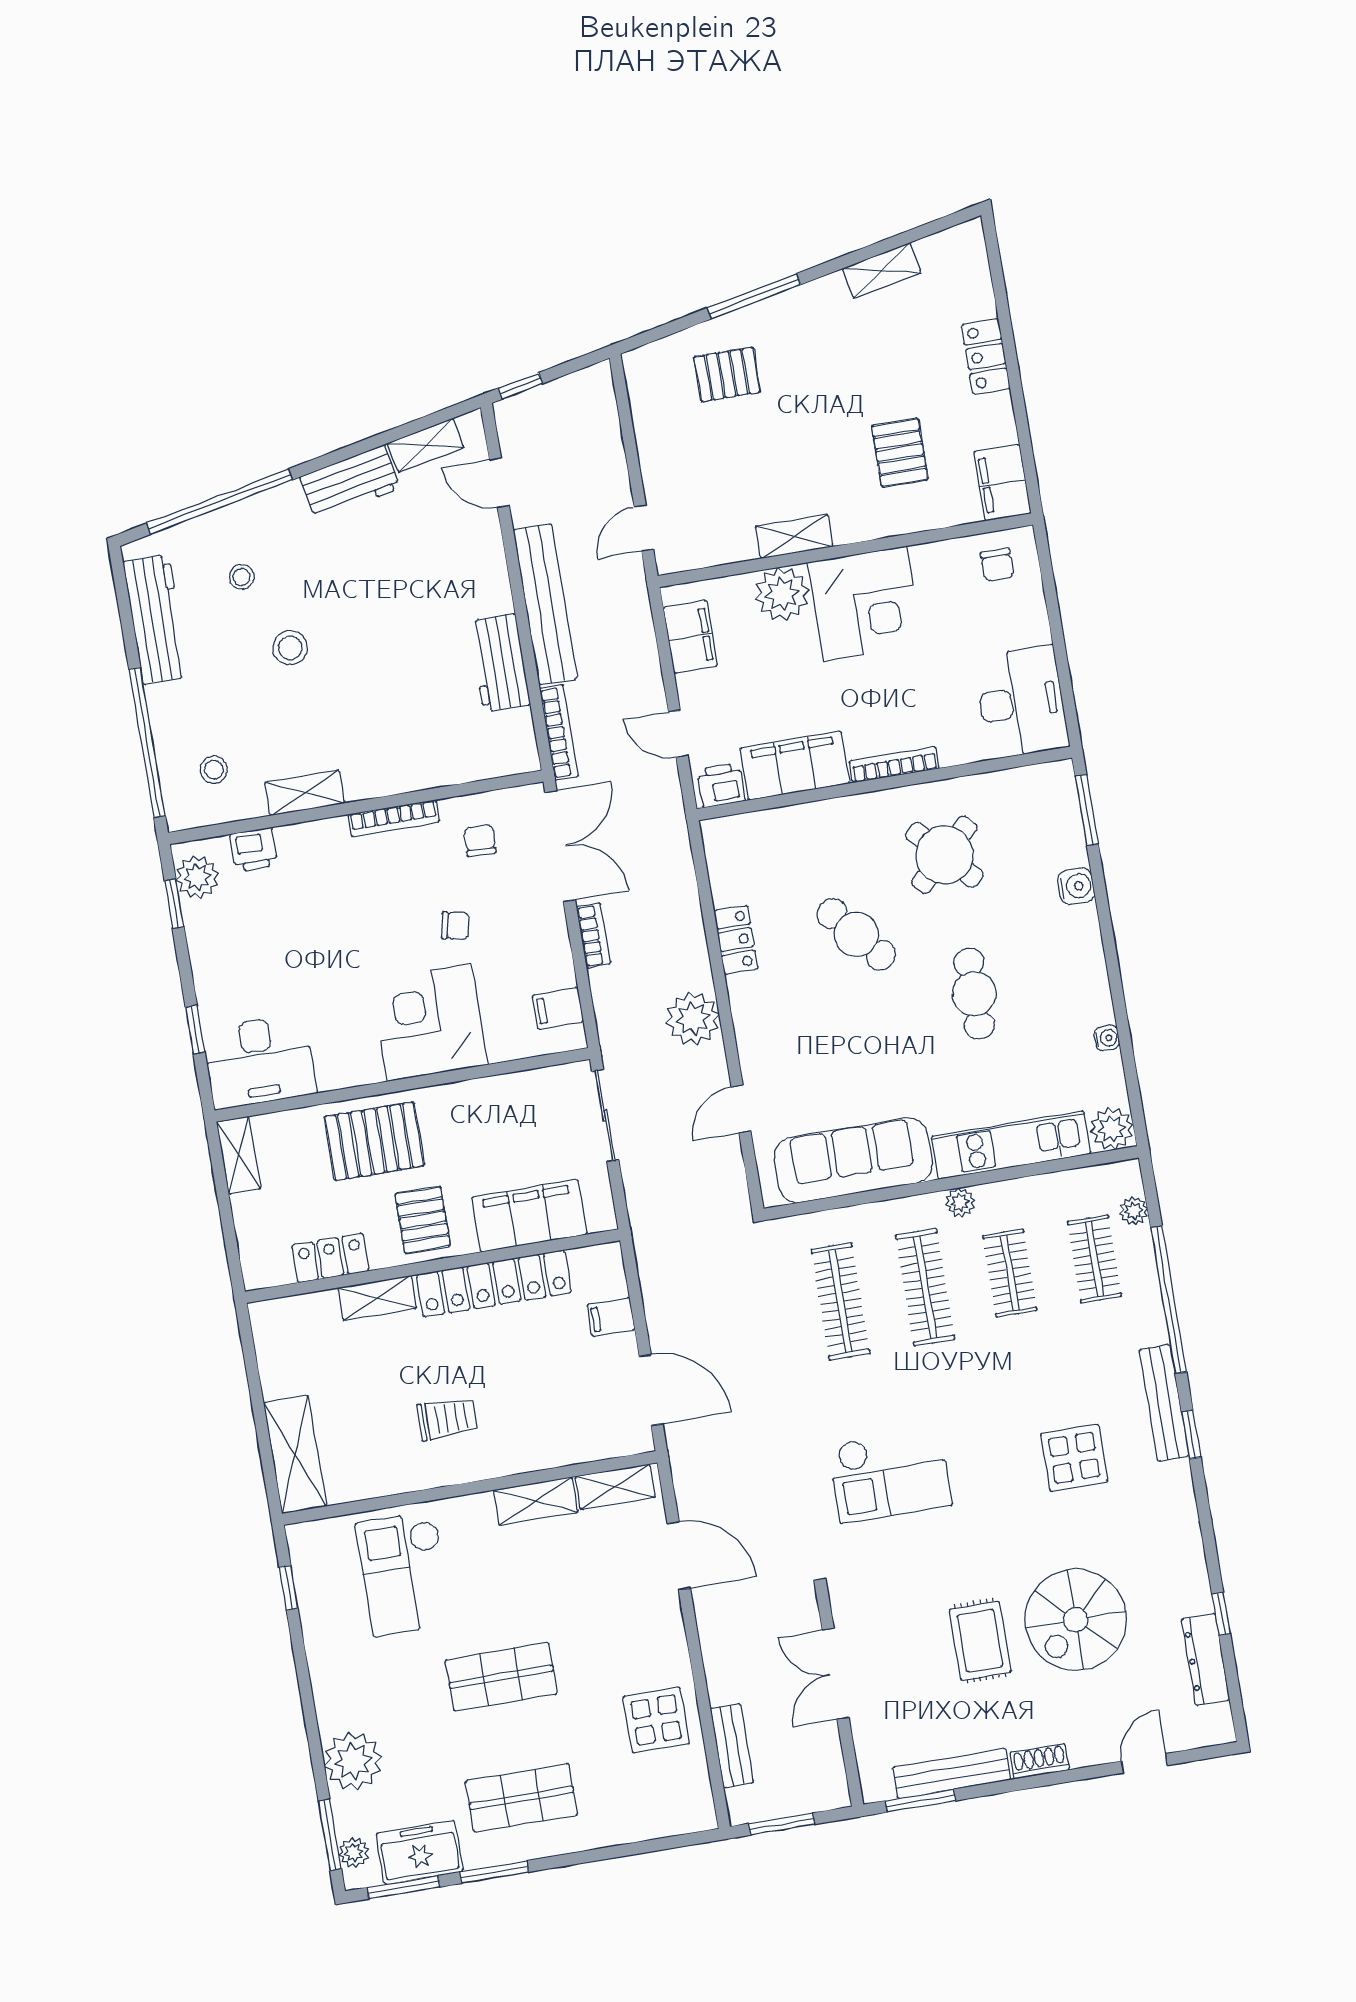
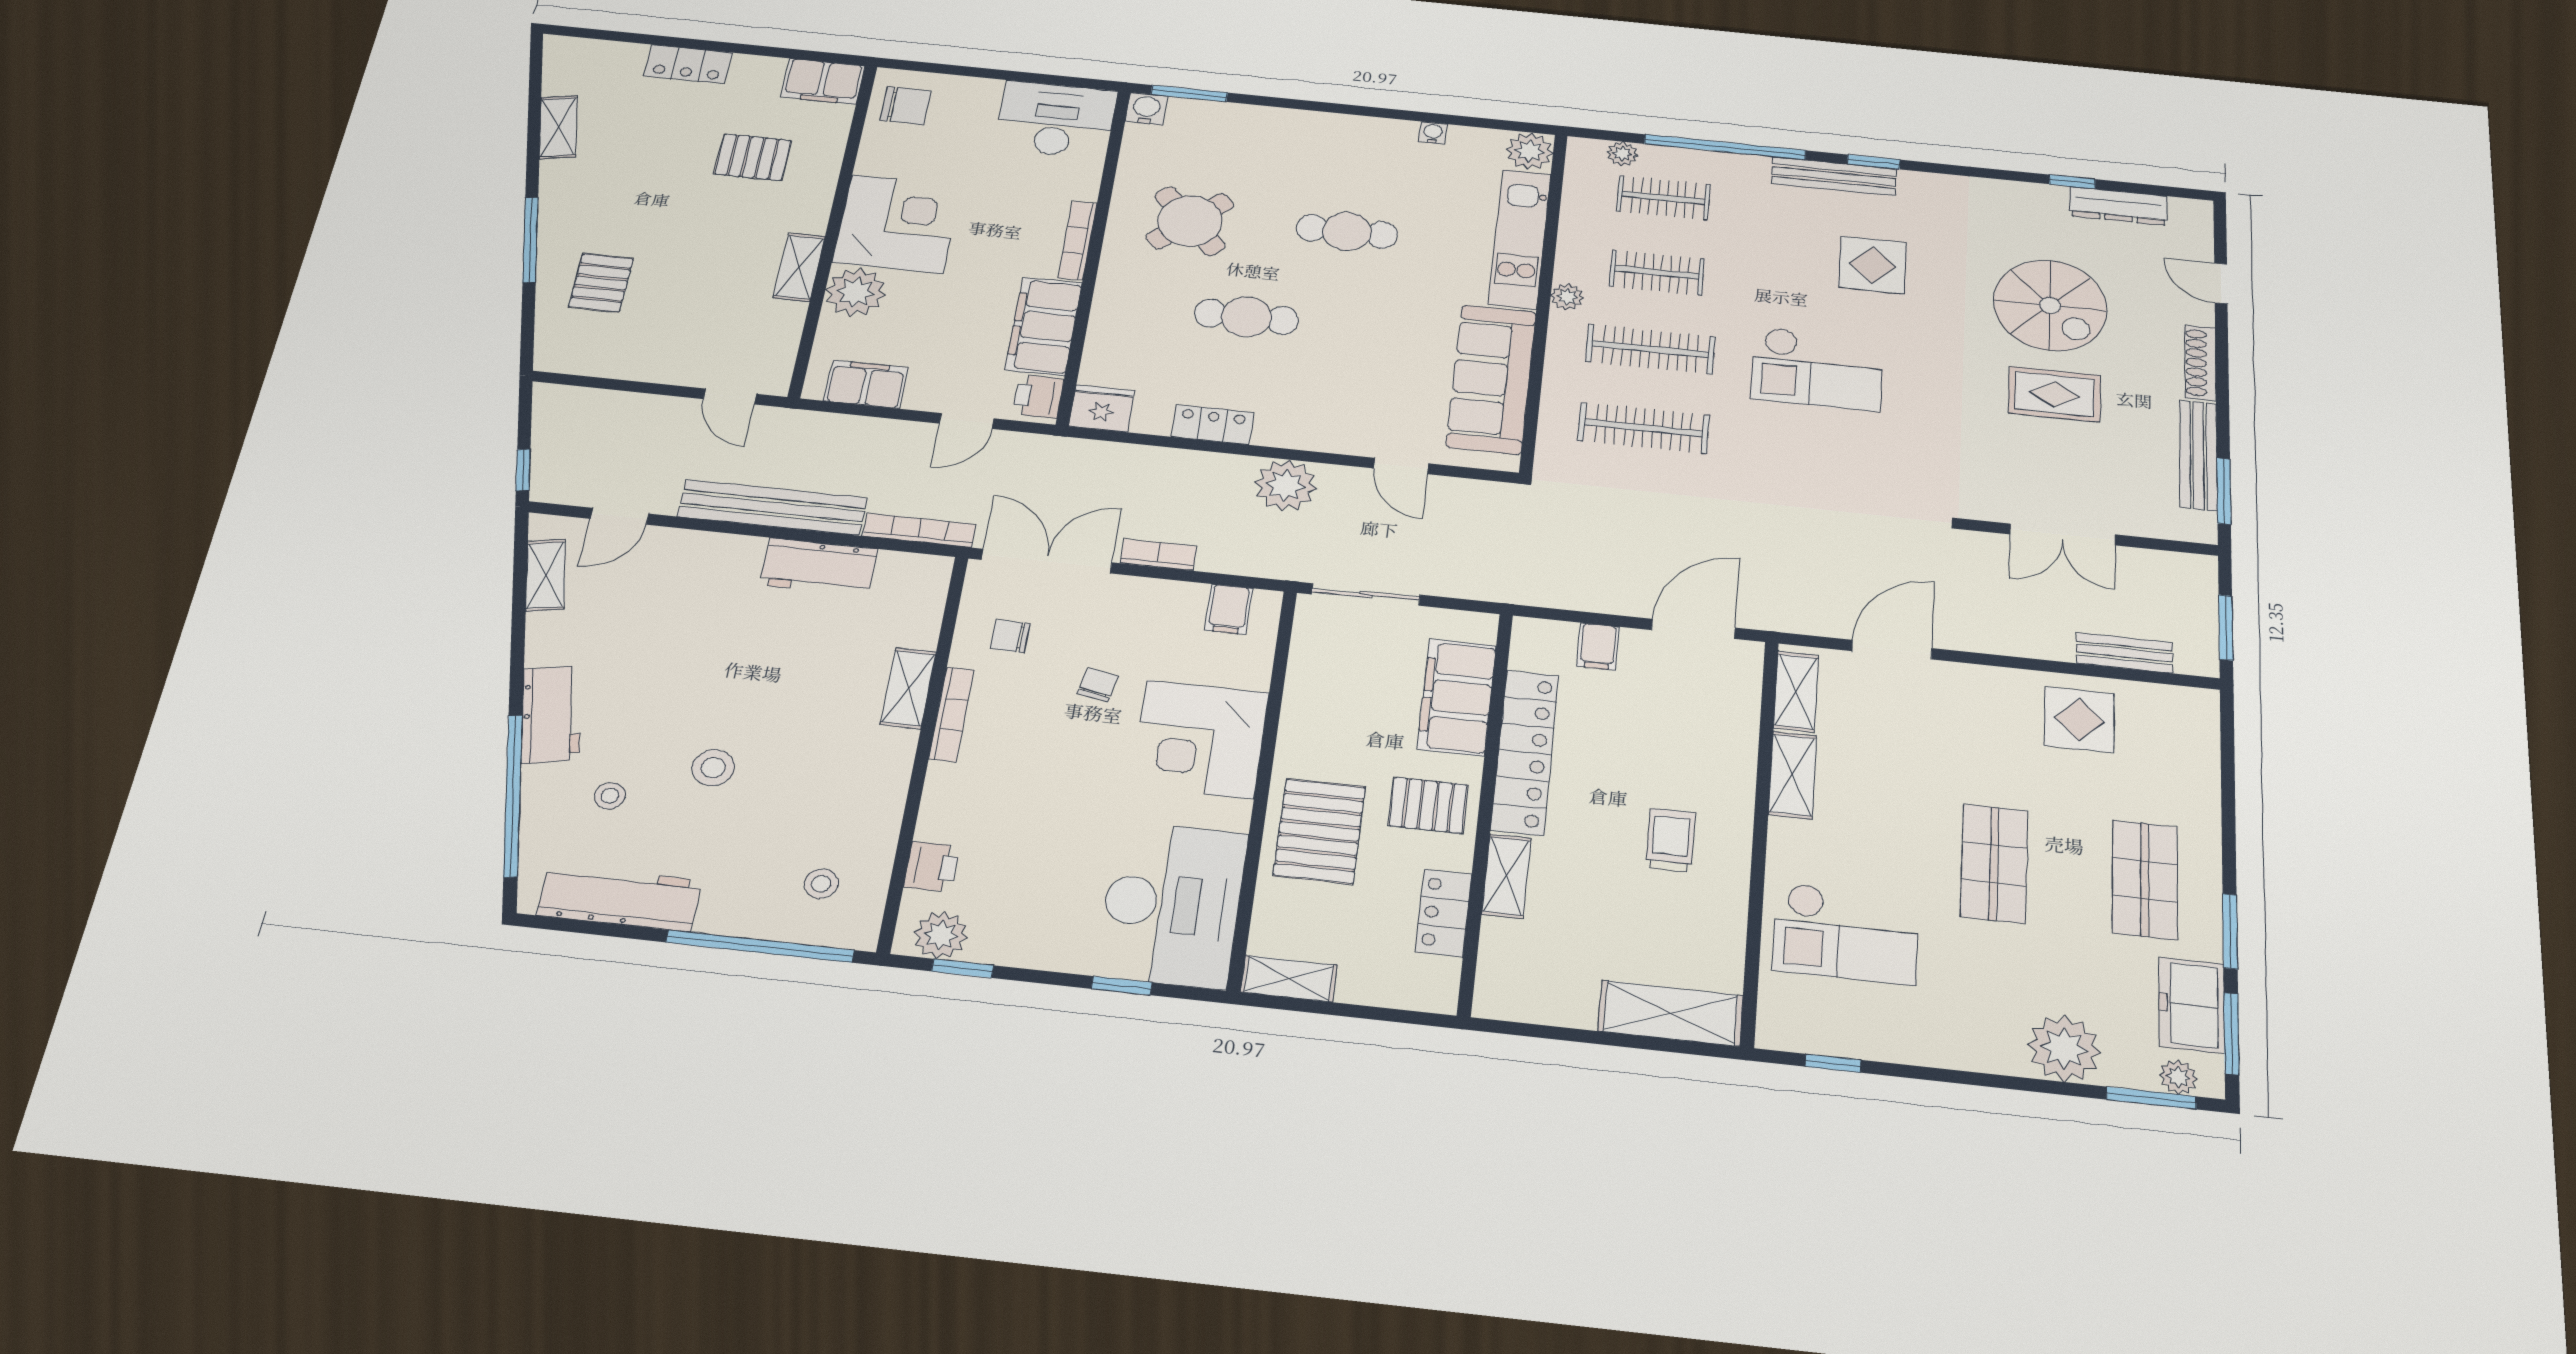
workbench: (350, 483) -> (551, 714), moved
chair: (997, 565) -> (905, 106), width x1.37, depth x1.37
shelving: (305, 793) -> (908, 688), moved
fridge: (725, 842) -> (1102, 408), added
water cooler: (1076, 886) -> (1146, 109), moved
cafe table: (856, 934) -> (1246, 317), turned 40
desk: (259, 1061) -> (1172, 904), width x1.36, depth x1.30
checkout: (890, 1475) -> (1817, 369), moved, turned 90
shoe rack: (1039, 1761) -> (2200, 363), width x1.43

